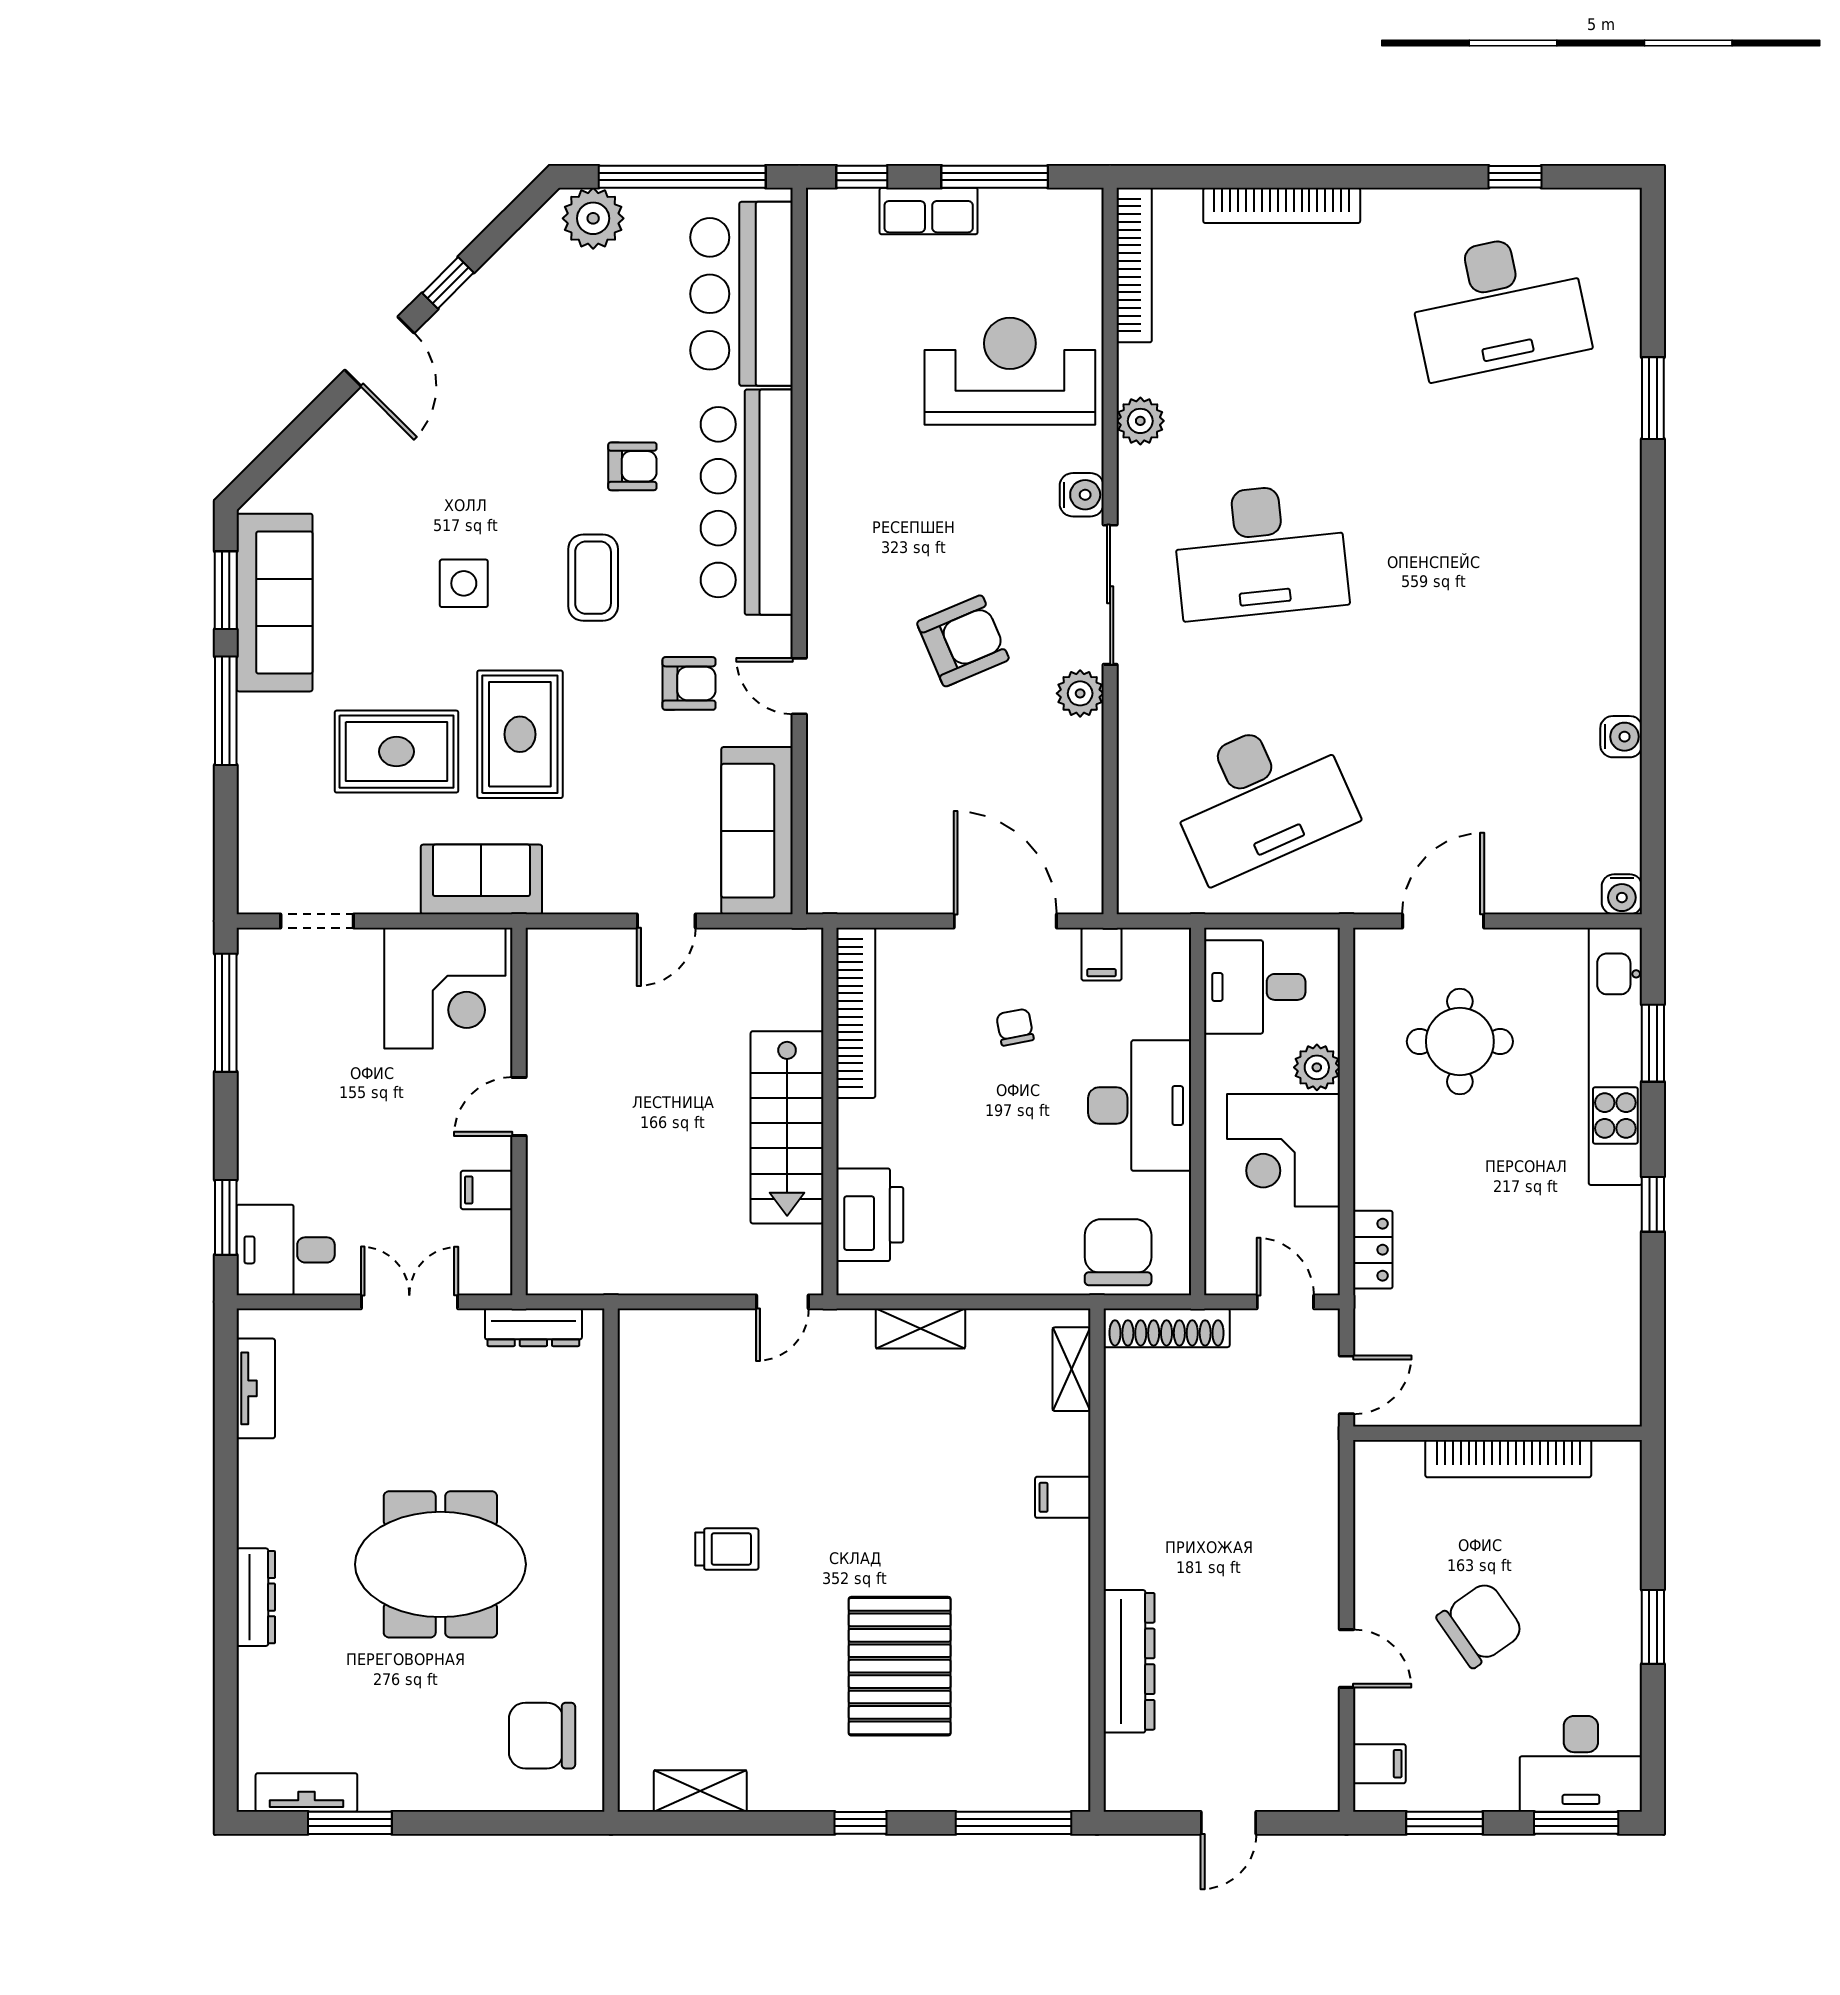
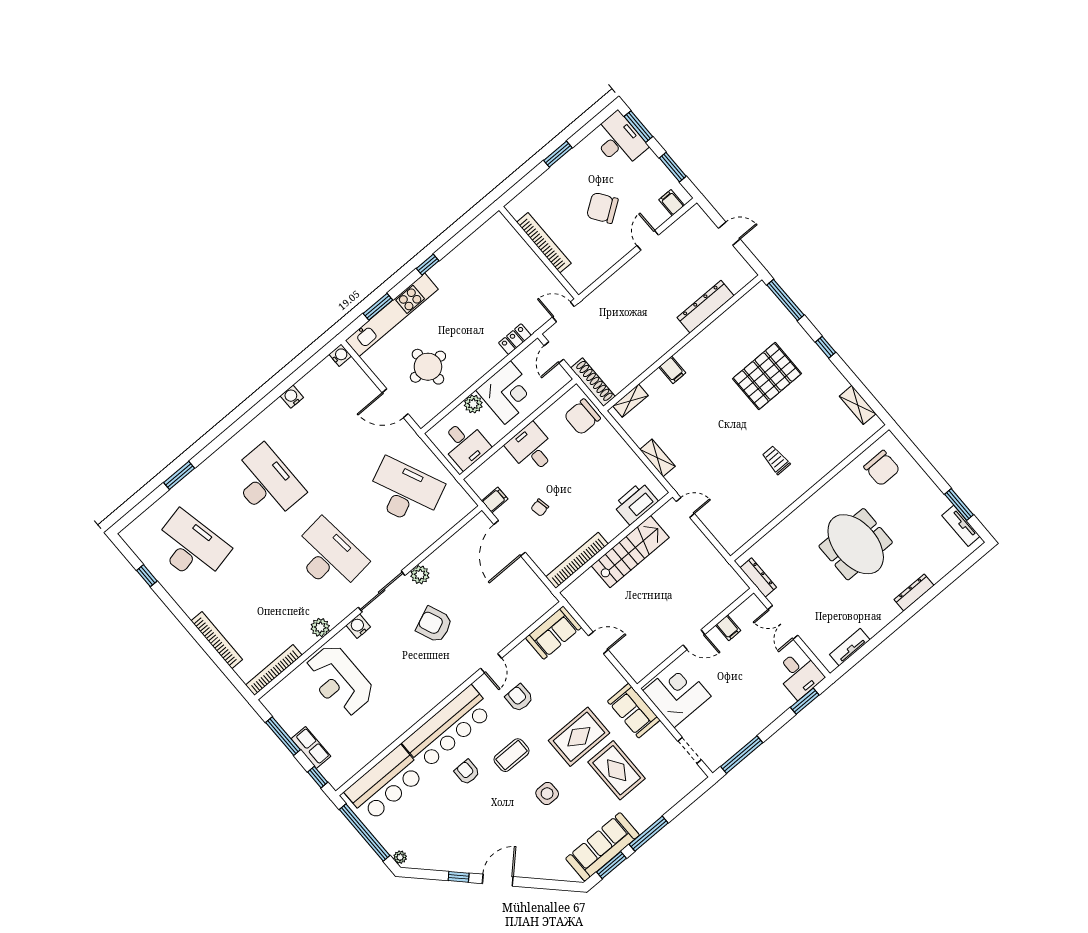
plant: (593, 218) -> (400, 857), width x0.53, depth x0.53
desk: (1498, 551) -> (267, 483), added
sofa: (757, 831) -> (554, 633), width x0.73
desk: (1140, 1106) -> (531, 449), width x0.73

